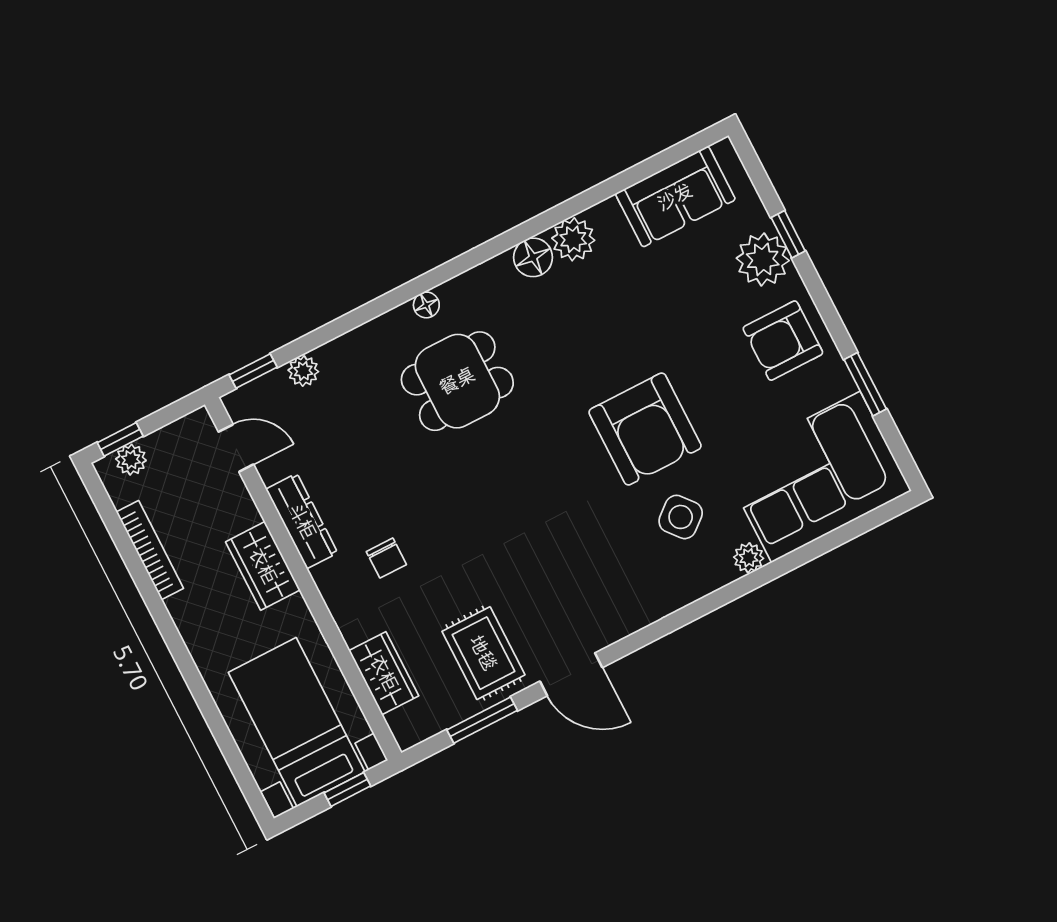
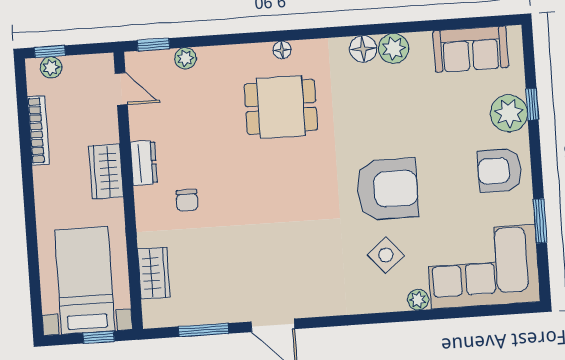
armchair: (645, 429) -> (387, 189), turned -90
dresser: (302, 521) -> (144, 163), width x0.70
rug: (483, 653) -> (223, 288), removed

